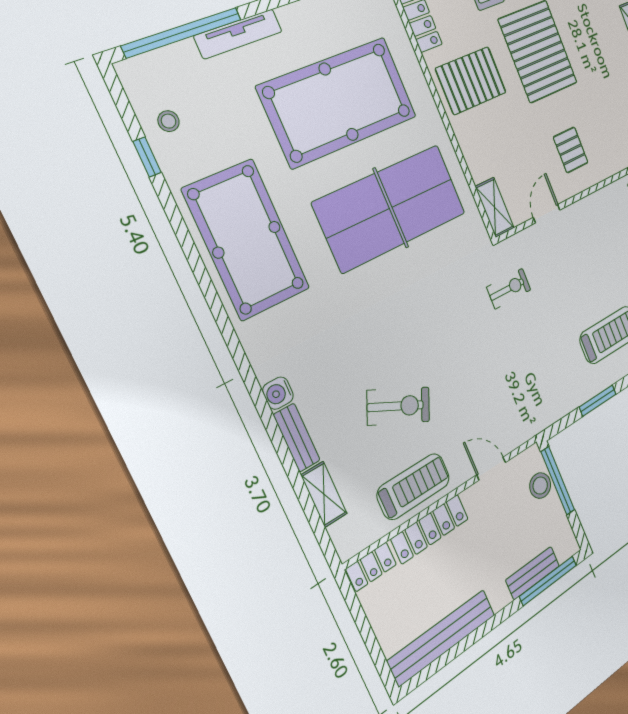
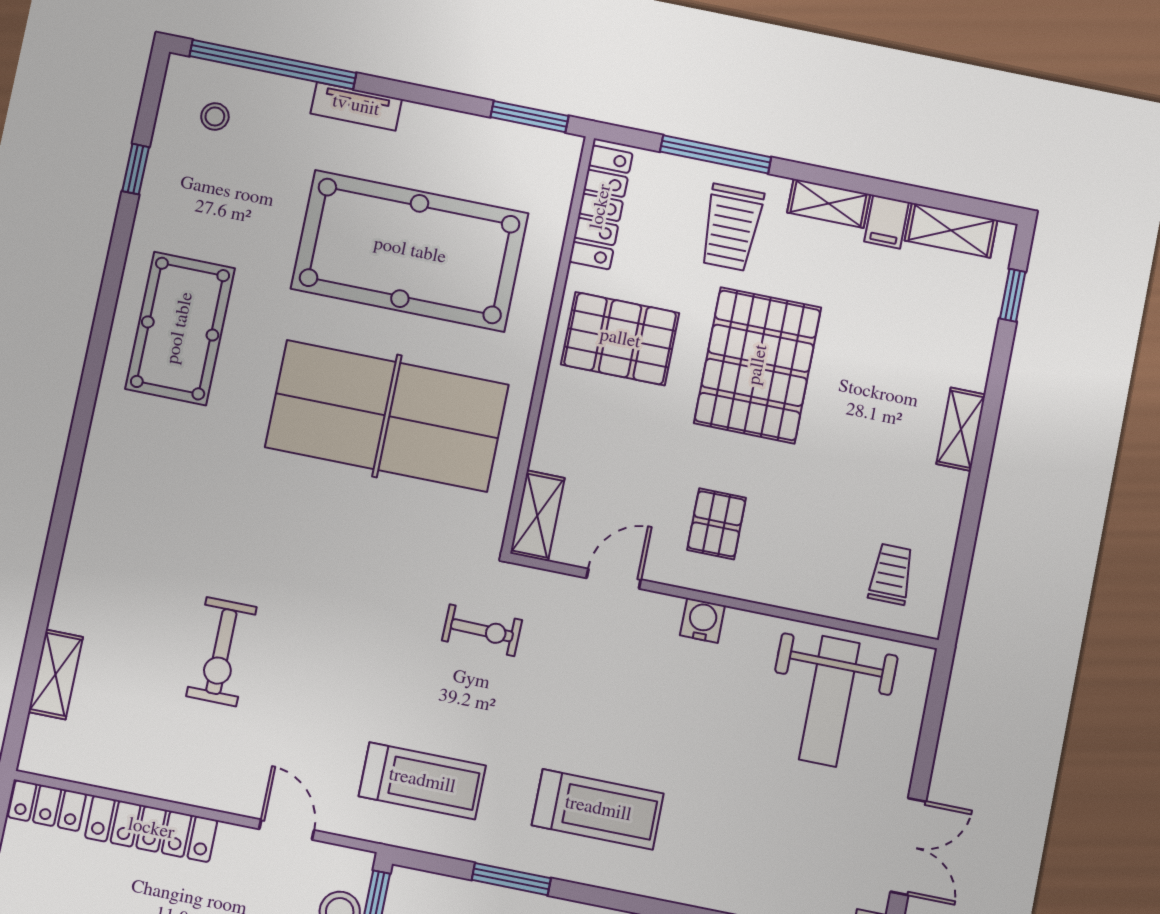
tv unit: (239, 34) -> (356, 106), width x0.71
stool: (169, 121) -> (215, 117), moved
pool table: (247, 240) -> (180, 328), width x0.73, depth x0.76
water cooler: (278, 393) -> (702, 620), moved, turned 90
exercise bike: (399, 406) -> (221, 652), turned 65
bench: (297, 438) -> (73, 585), removed
treadmill: (414, 486) -> (422, 781), moved

